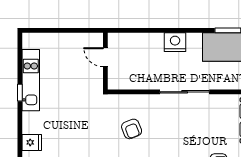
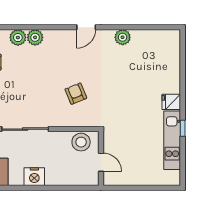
stool: (126, 78) -> (81, 142), added
fridge: (32, 142) -> (171, 102), moved

